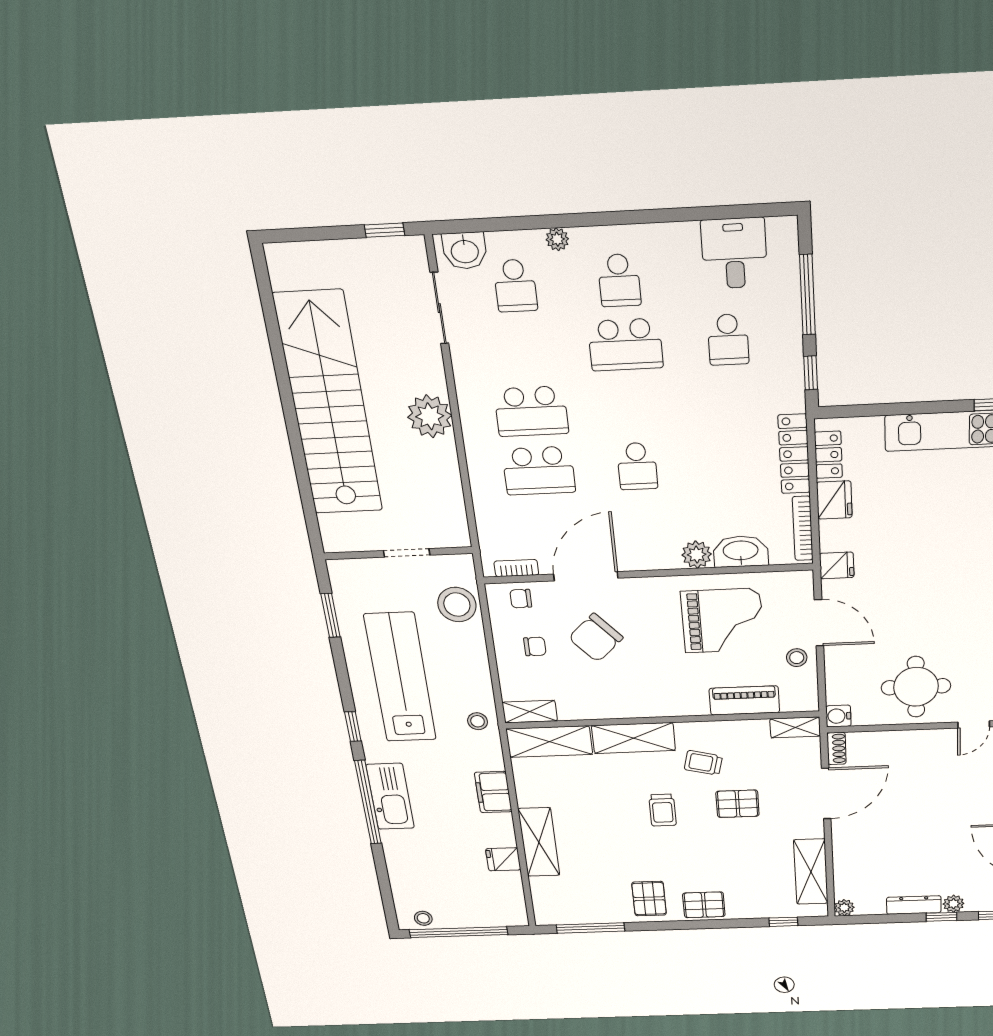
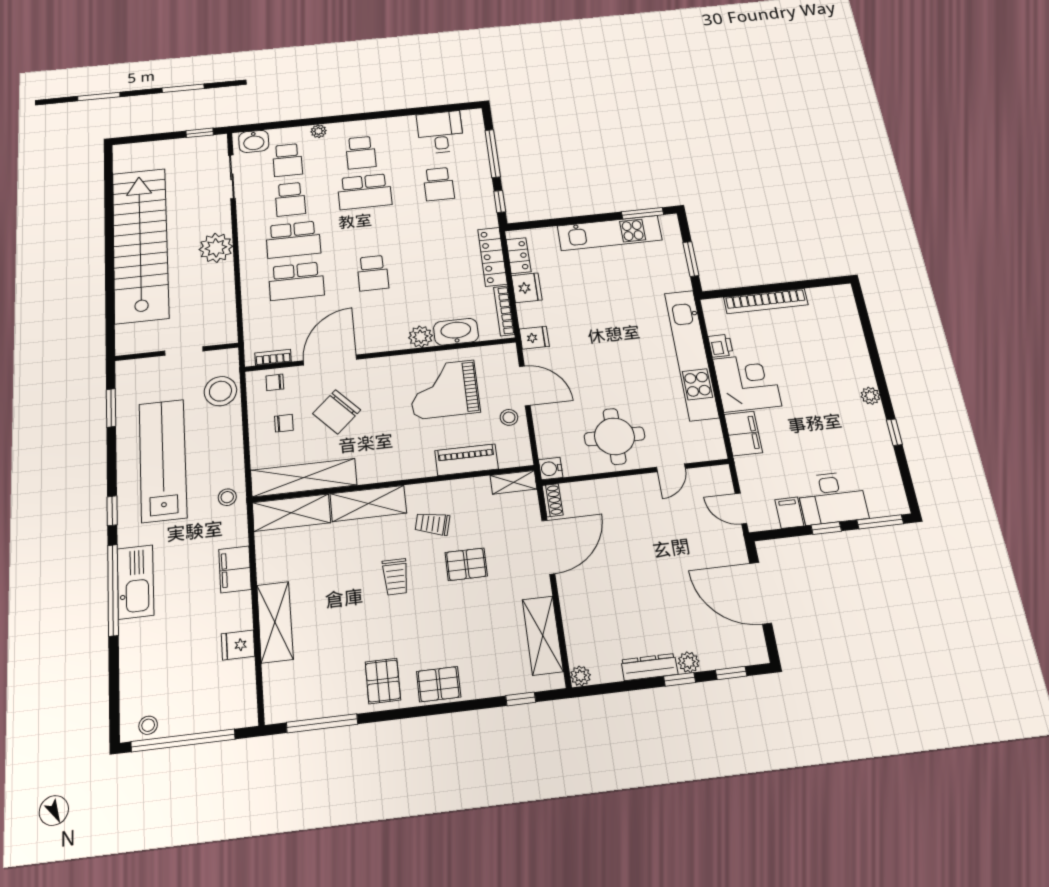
school desk: (523, 350) -> (290, 199), added
grand piano: (722, 621) -> (444, 390), turned 180
shelving: (530, 712) -> (304, 478), width x2.20, depth x1.33

